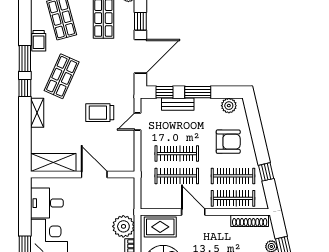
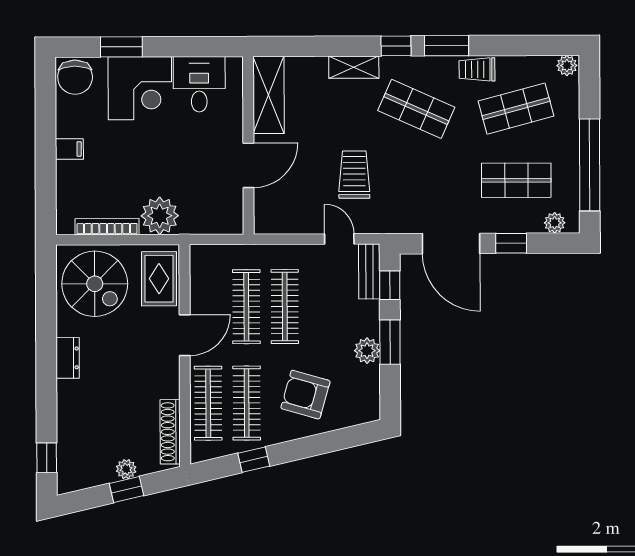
bench: (178, 104) -> (369, 271), moved
plant: (229, 106) -> (367, 351), moved
armchair: (228, 142) -> (305, 395), turned 106

